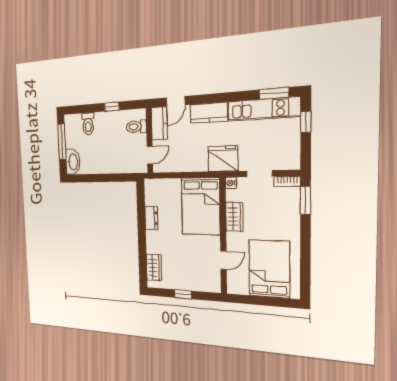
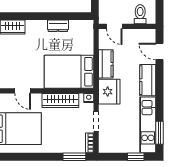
kitchen counter: (159, 124) -> (106, 64), moved, turned -90
wardrobe: (234, 217) -> (60, 100), width x1.50

